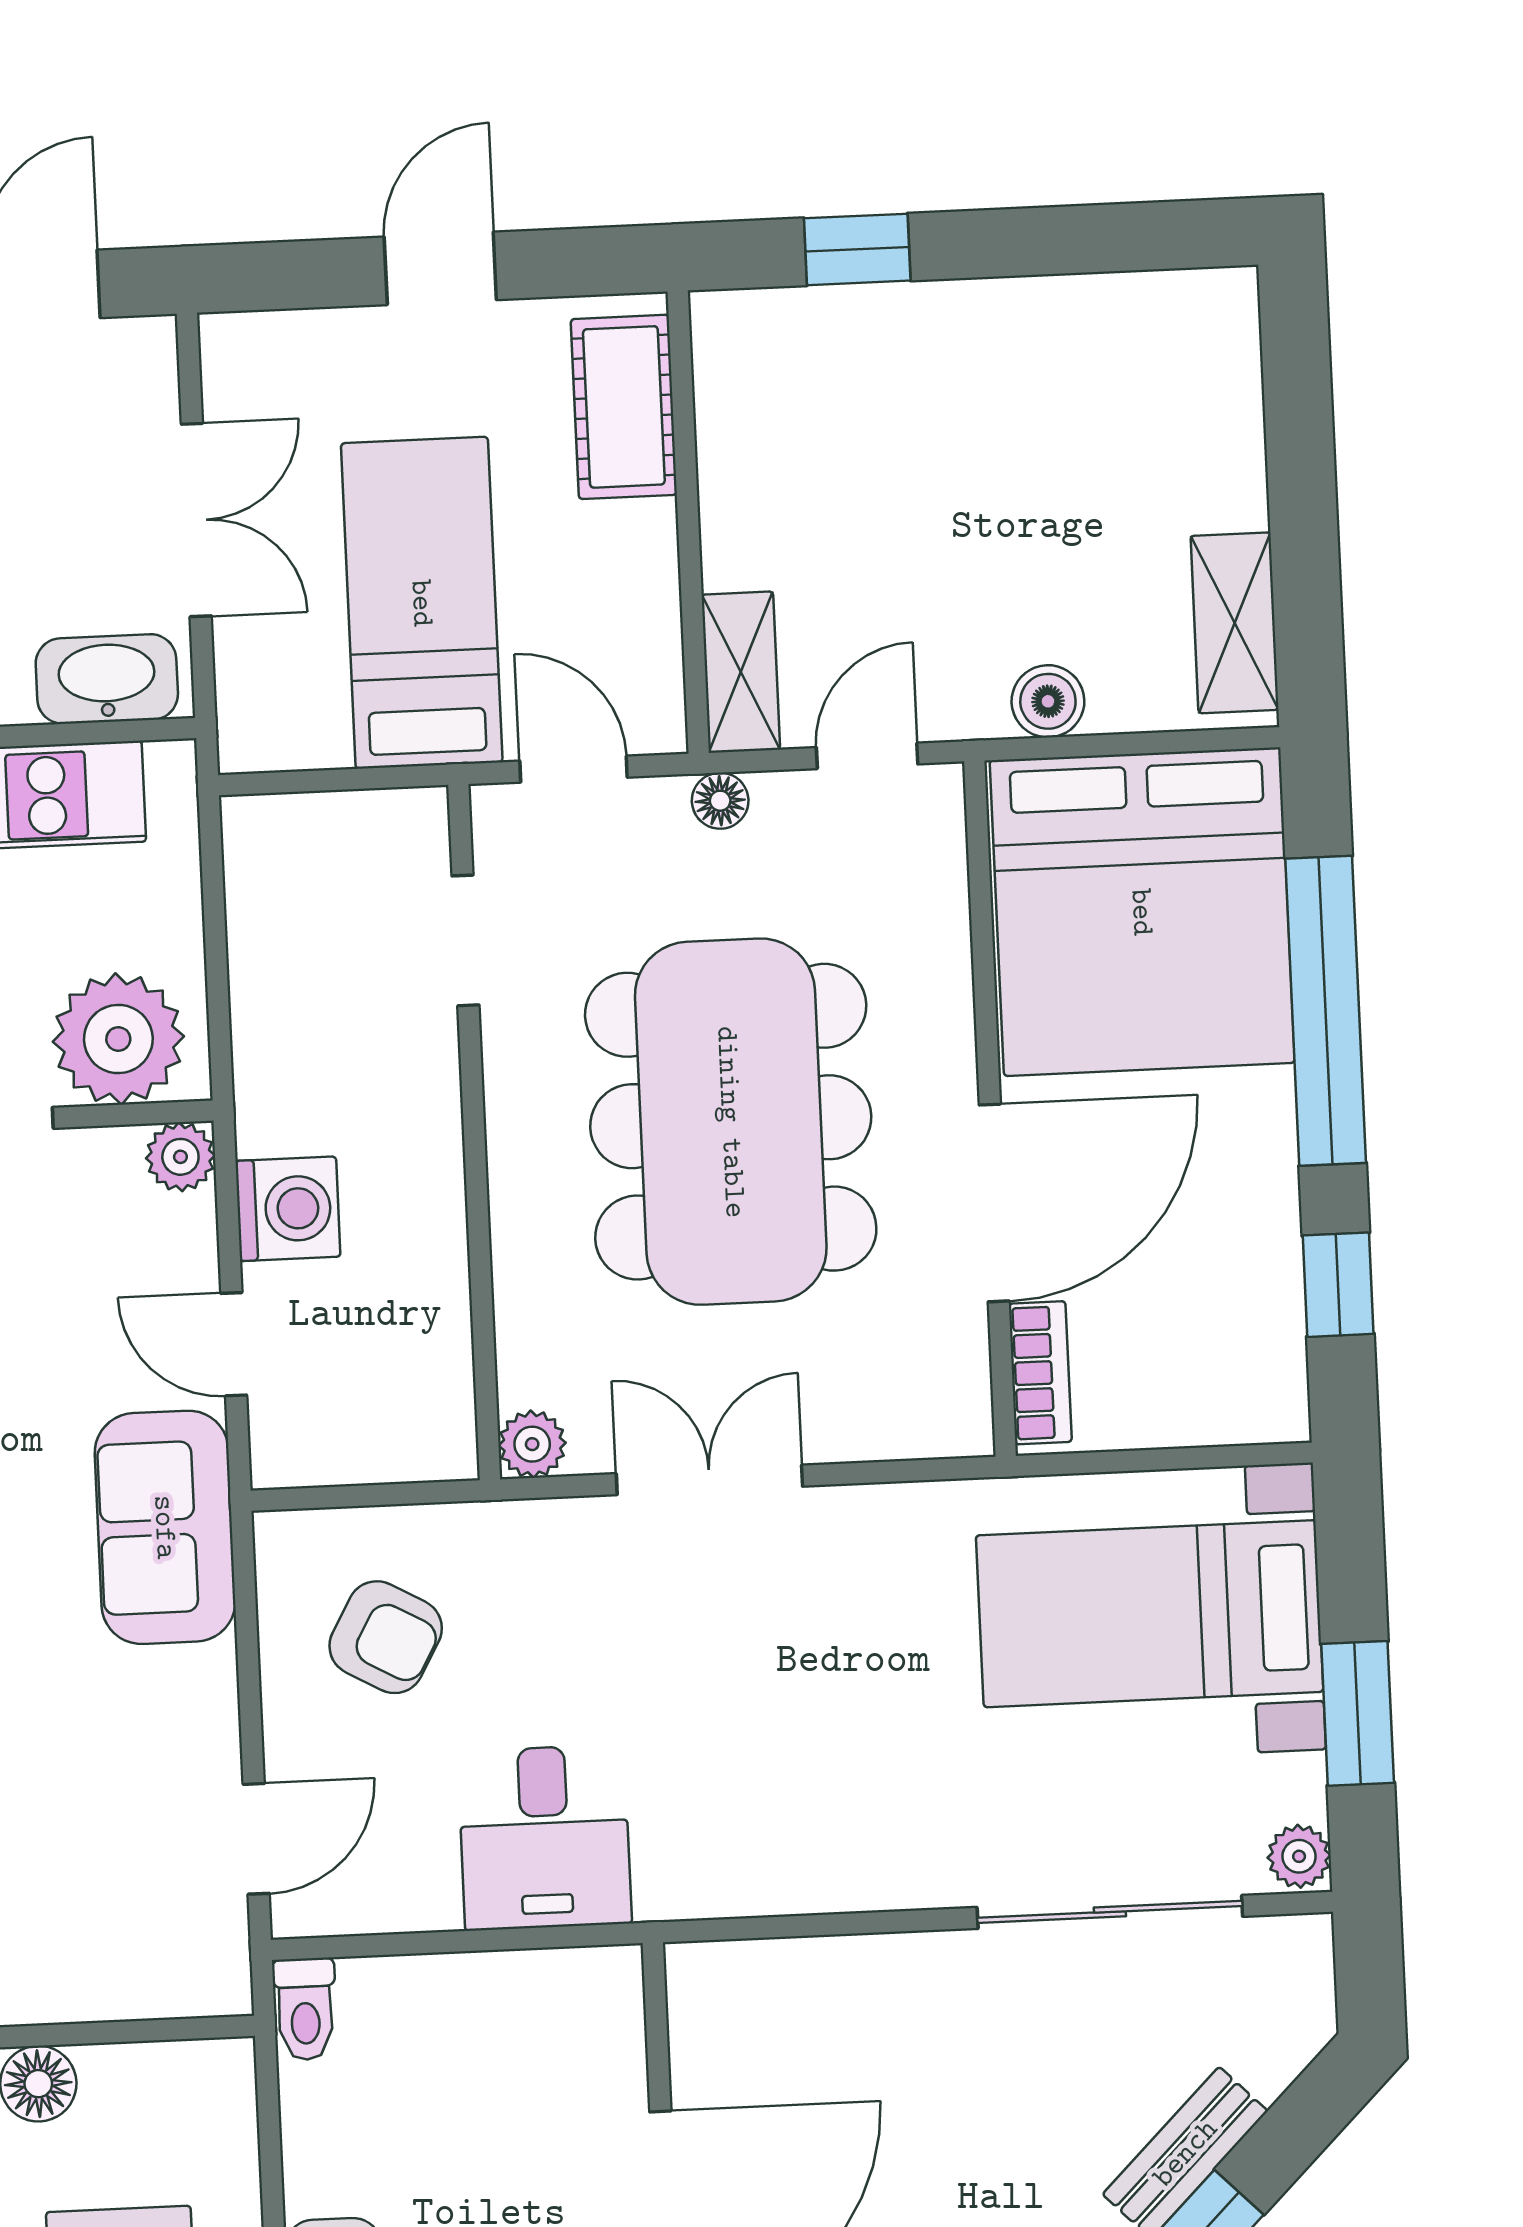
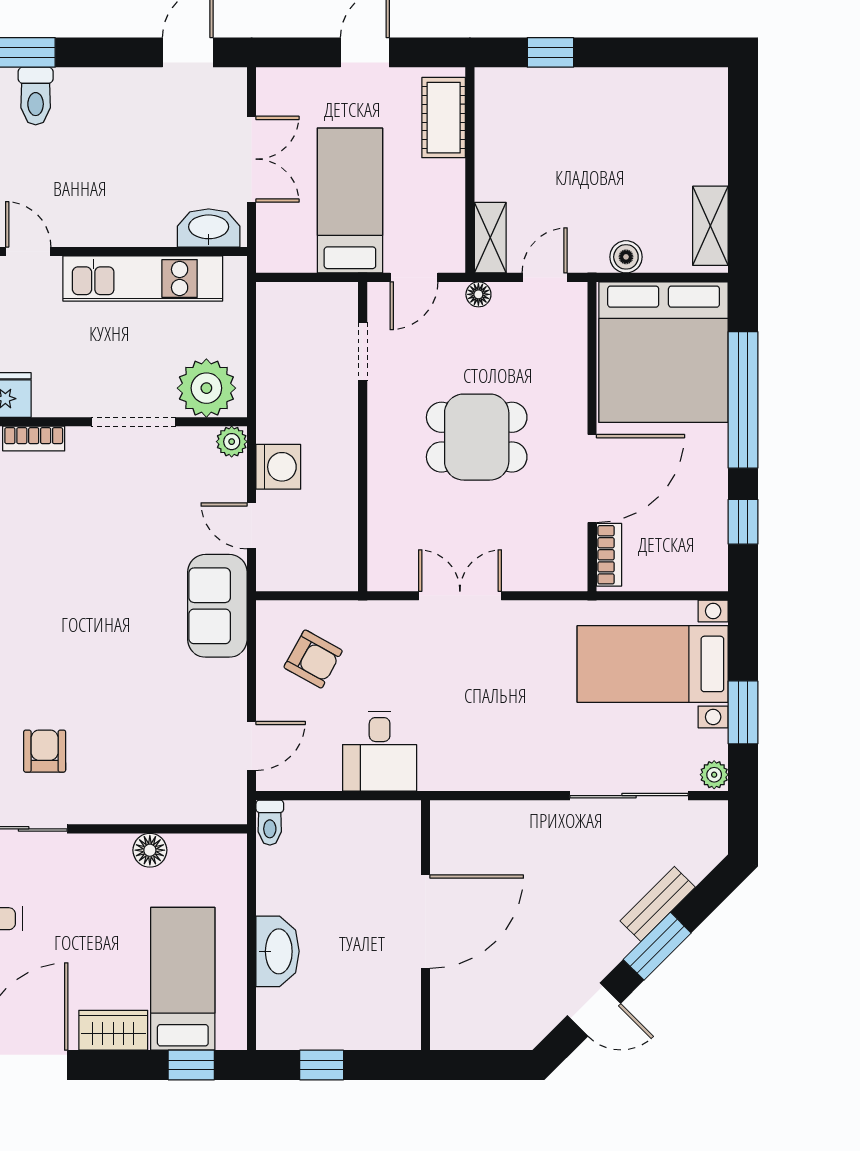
door: (573, 769) -> (414, 277), swing flipped
dining table: (731, 1122) -> (477, 437), width x0.53, depth x0.80
plant: (532, 1444) -> (382, 576), removed

